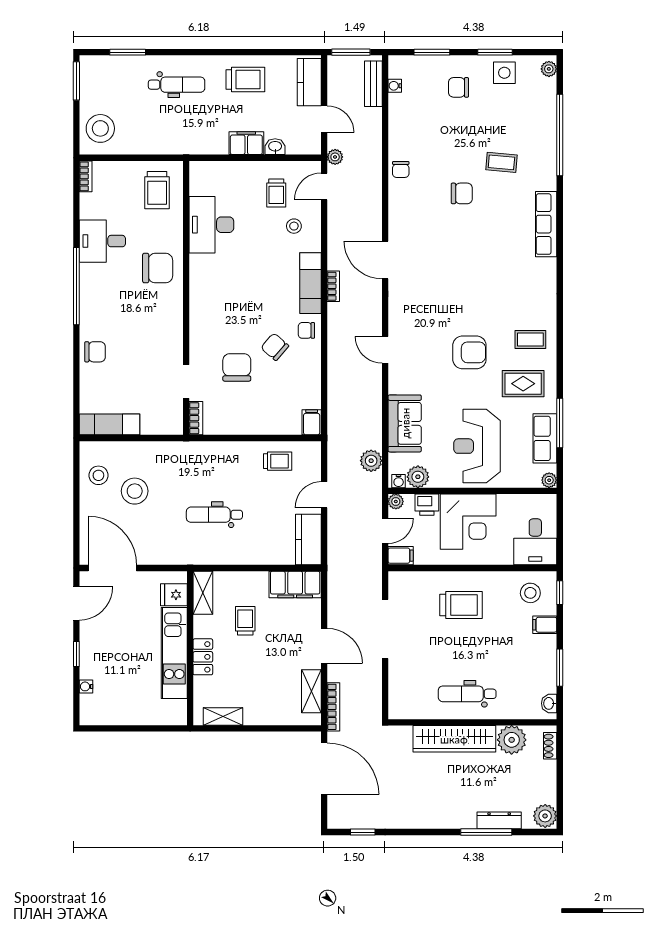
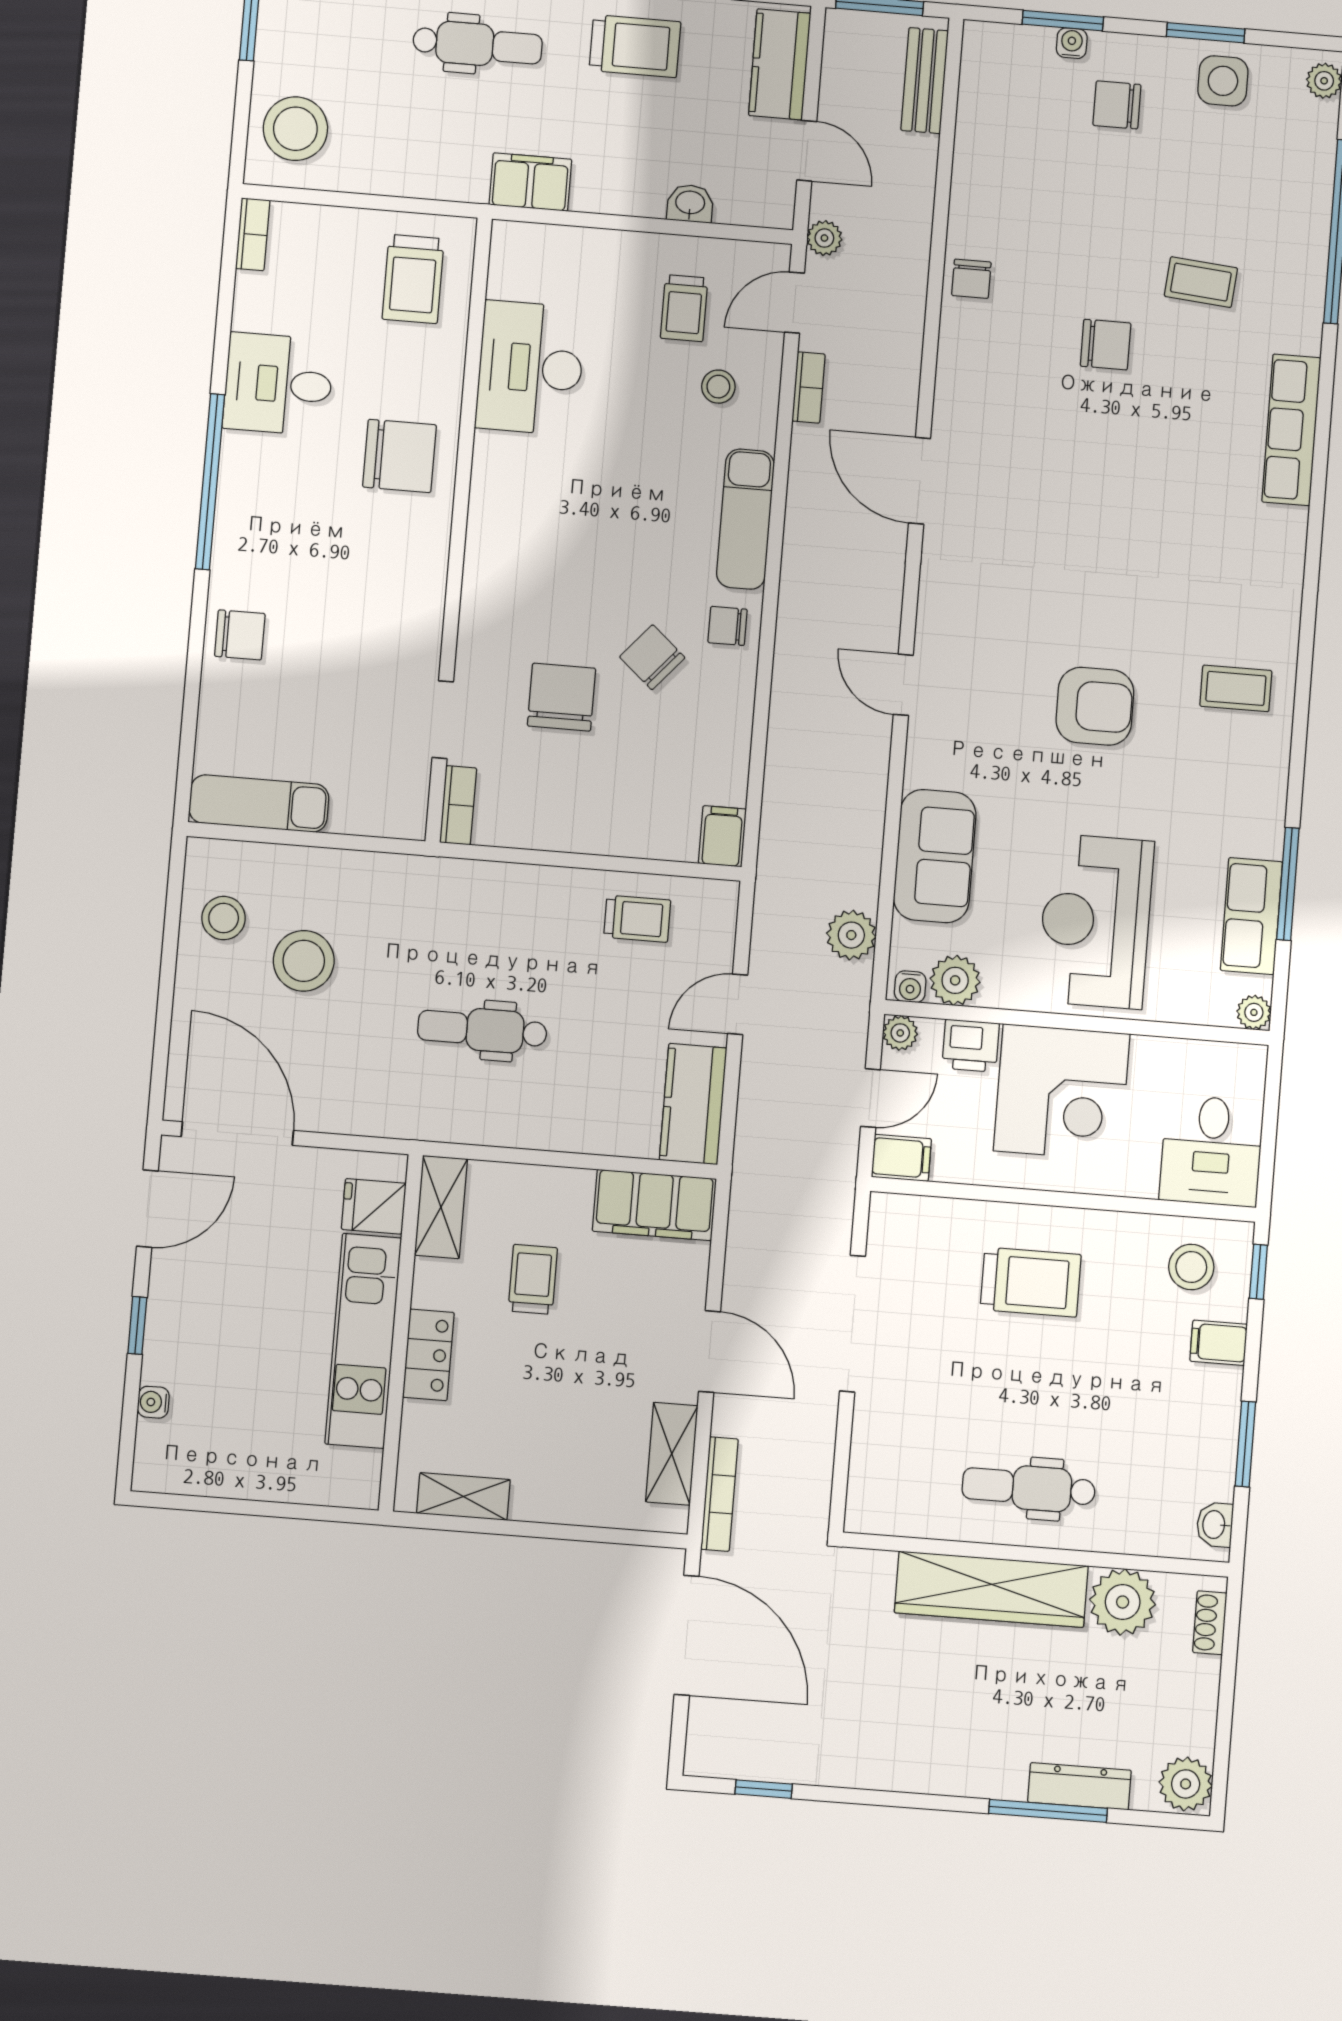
water cooler: (395, 86) -> (1072, 43), moved, turned 90
filing cabinet: (246, 143) -> (530, 182), moved
bookcase: (333, 286) -> (809, 388), moved
rug: (523, 384) -> (1211, 787), removed

